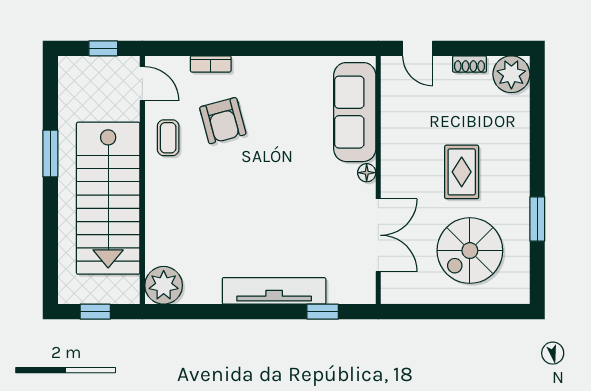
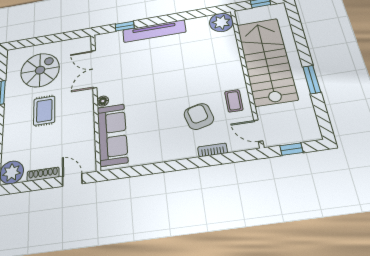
shoe rack: (469, 64) -> (43, 174), width x1.43

